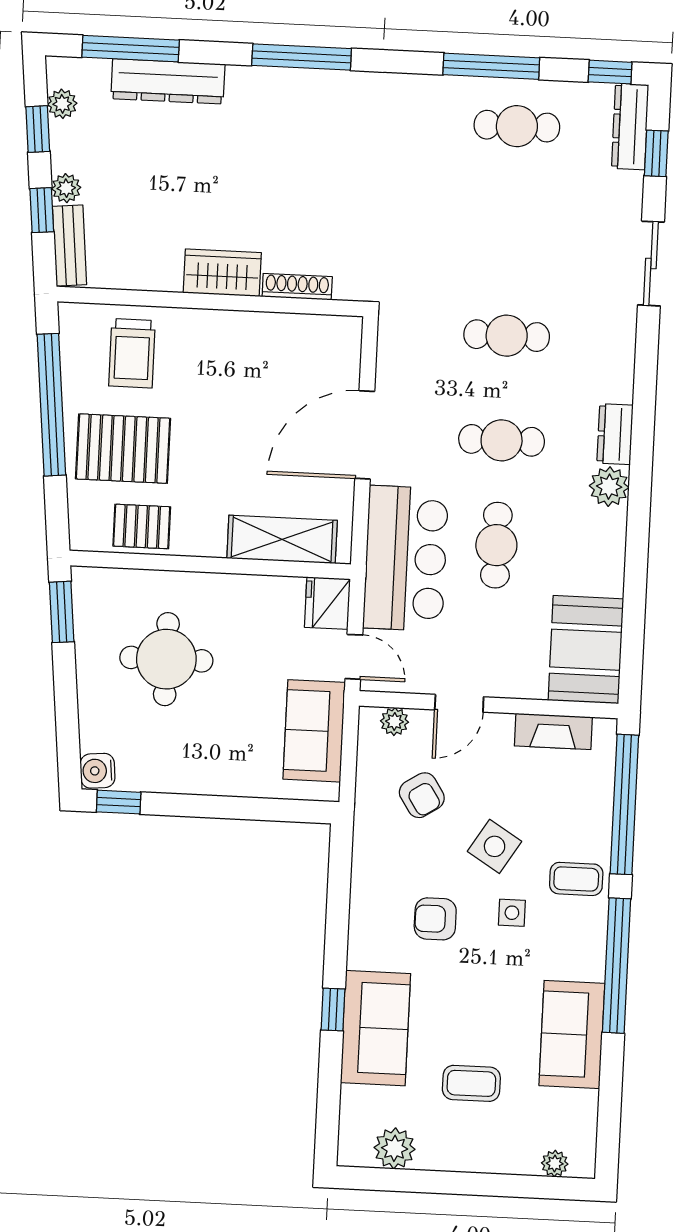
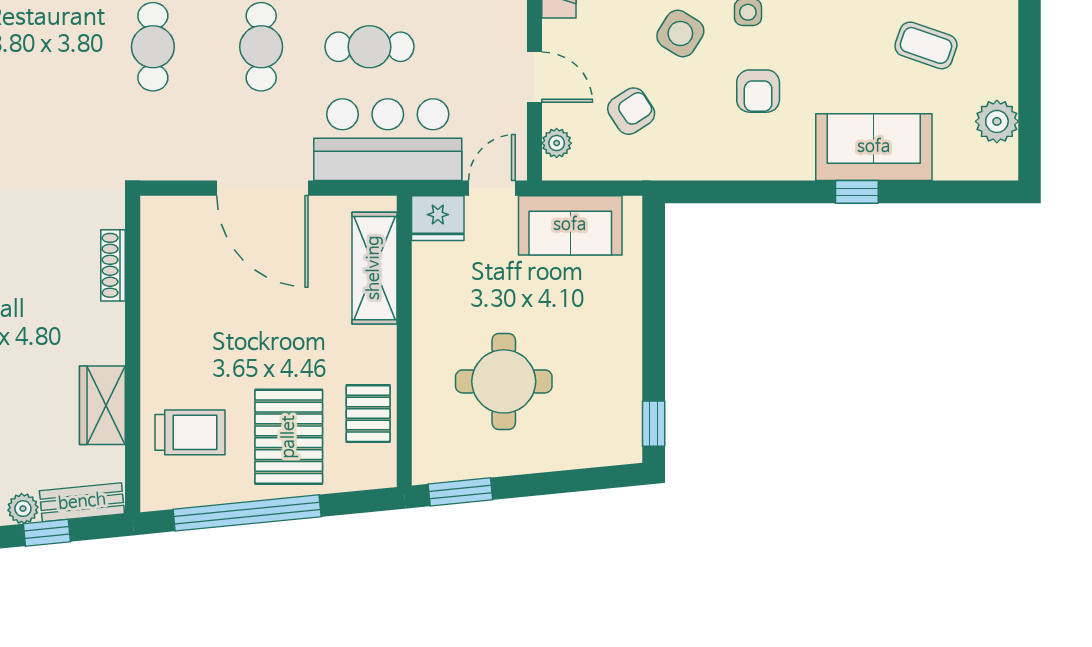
wardrobe: (222, 273) -> (102, 405), moved
water cooler: (97, 771) -> (622, 447), removed
coffee table: (471, 1083) -> (926, 45), turned -71

